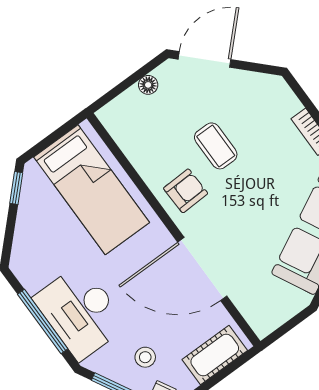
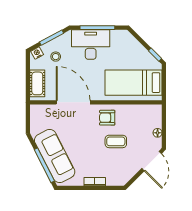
armchair: (186, 191) -> (107, 118), turned 92
door: (202, 269) -> (73, 102), hinge flipped

